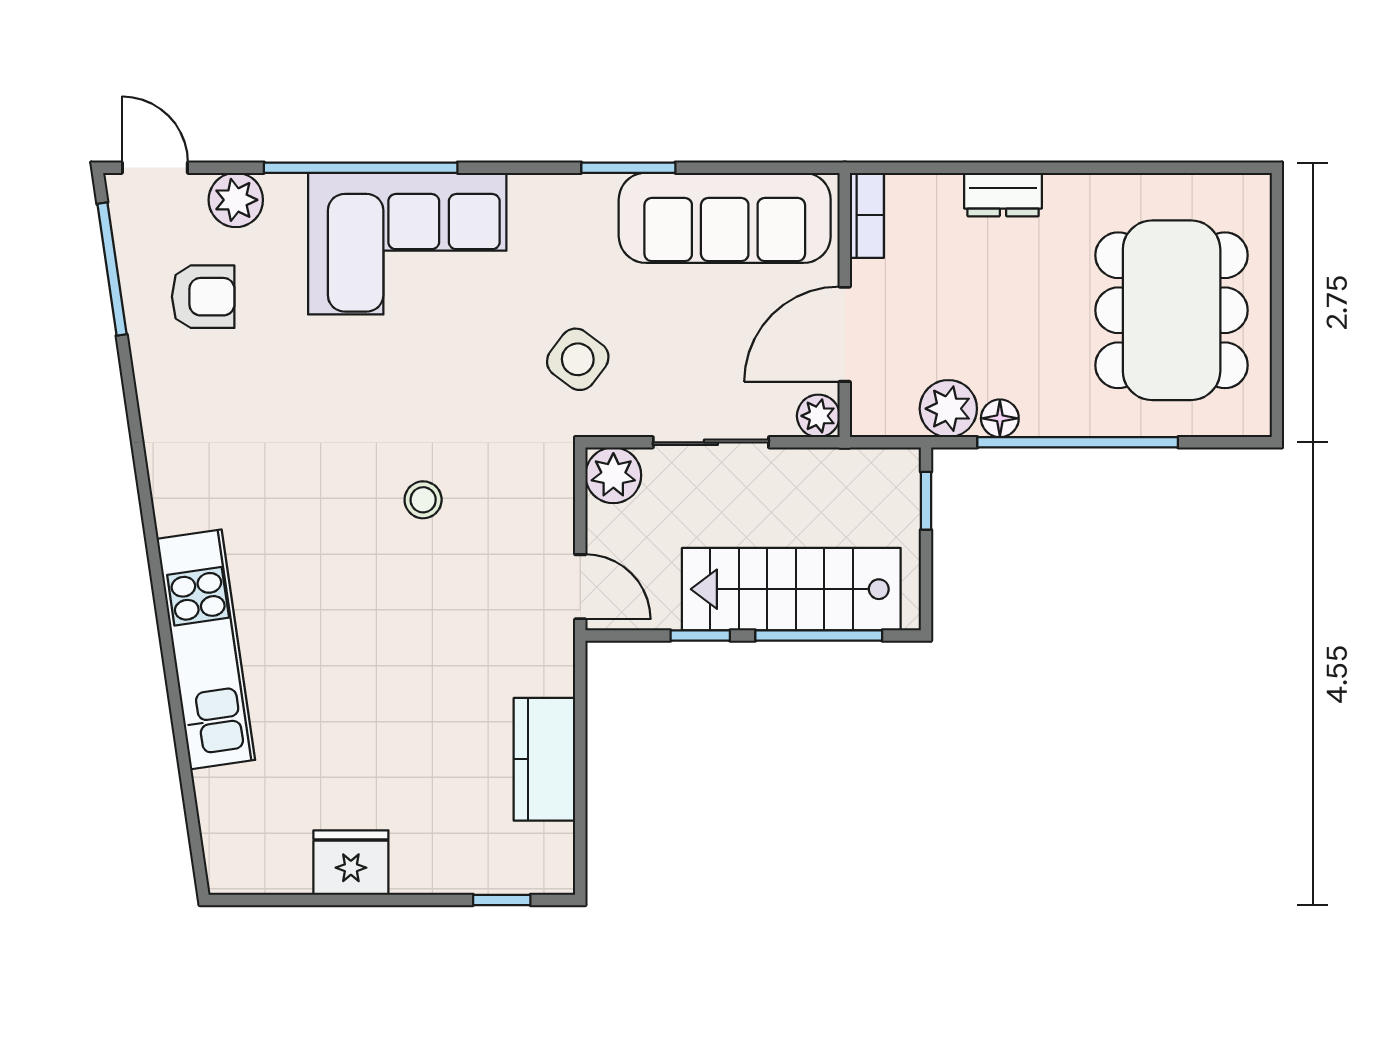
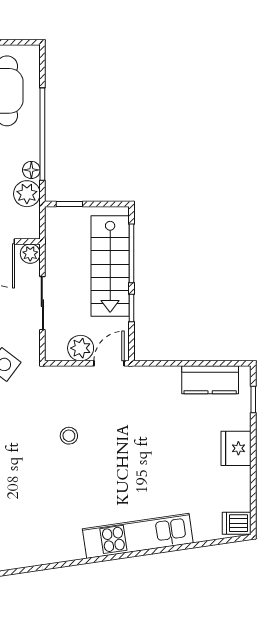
plant: (613, 475) -> (81, 348), moved
kitchen counter: (544, 759) -> (210, 380), moved
fridge: (351, 863) -> (236, 448), moved
dishwasher: (233, 864) -> (237, 523), added

